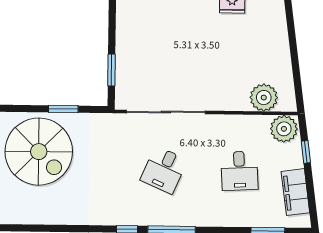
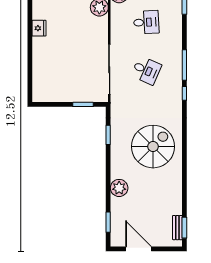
spiral stairs: (39, 152) -> (153, 147), moved

